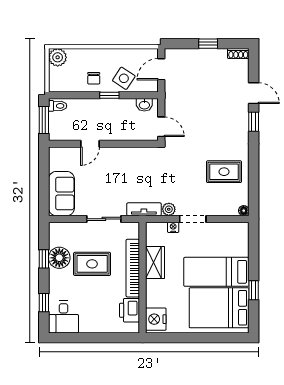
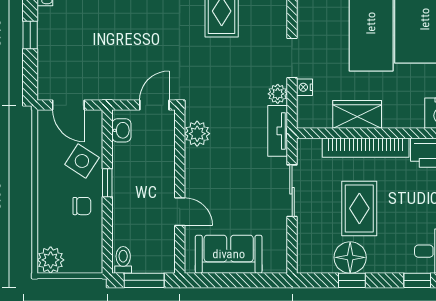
plant: (142, 155) -> (197, 134), added
sofa: (61, 194) -> (229, 254), moved

